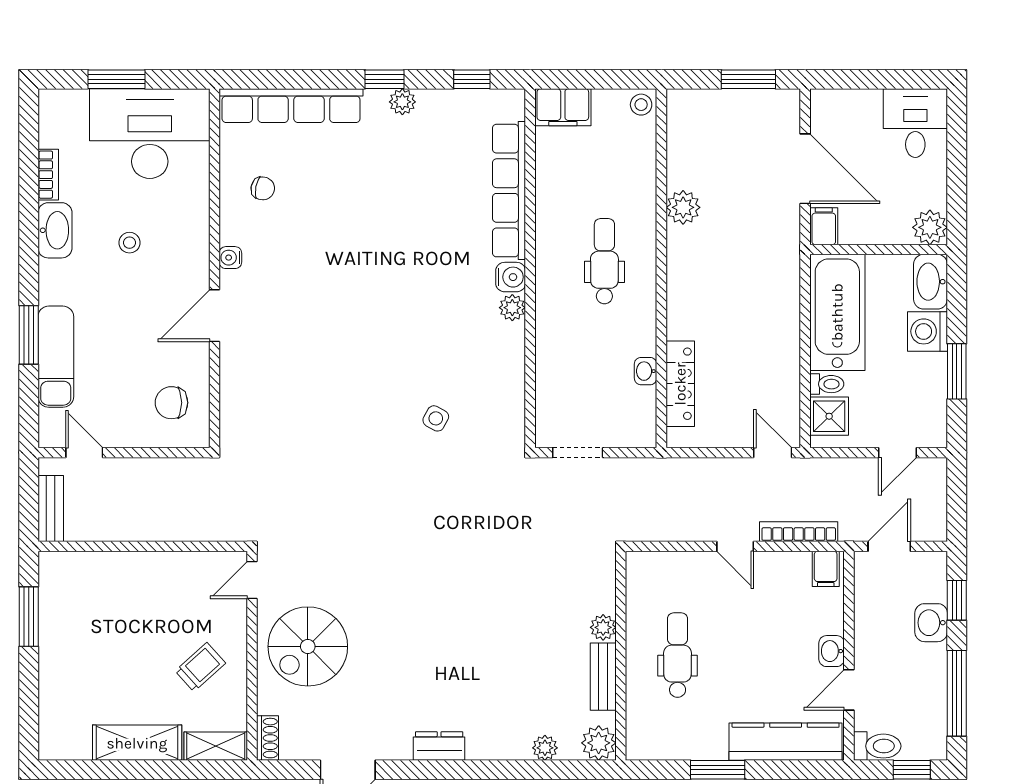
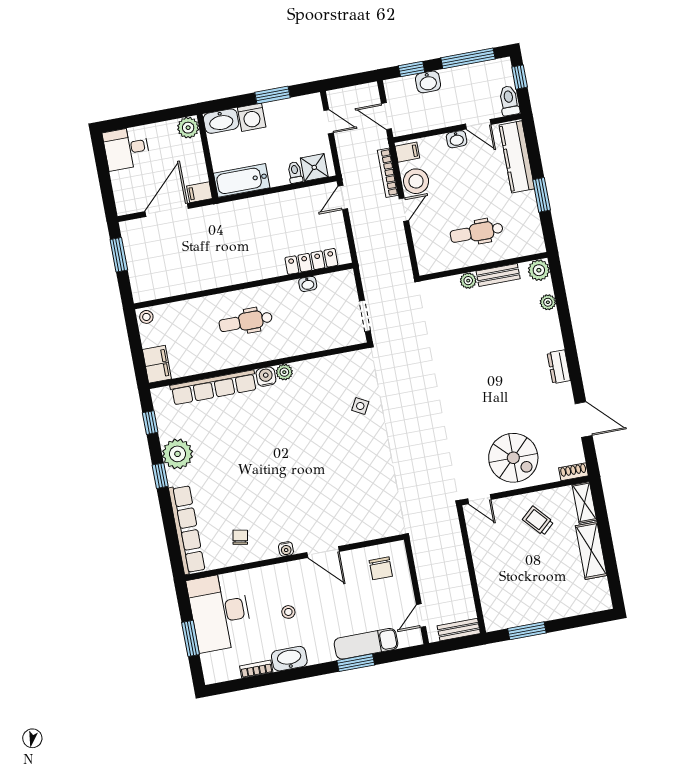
plant: (402, 102) -> (177, 454), width x1.87, depth x1.87
plant: (683, 207) -> (204, 280), removed
bathtub: (837, 312) -> (242, 180), width x0.73, depth x0.73
stool: (777, 574) -> (416, 181), added

